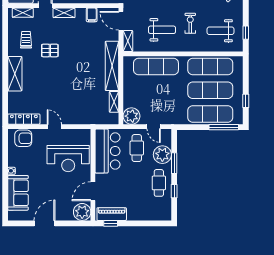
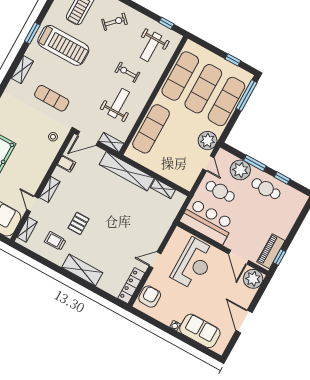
plant: (132, 116) -> (208, 141), moved
door: (154, 127) -> (208, 163), hinge flipped

